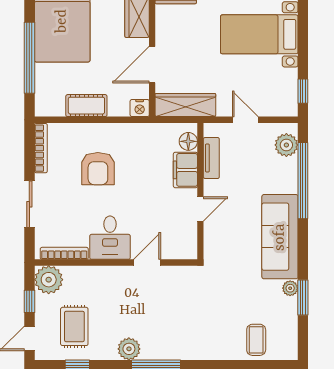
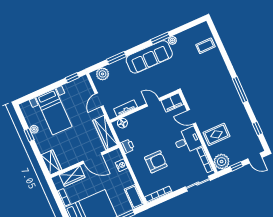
cot: (86, 106) -> (134, 197), moved
nightstand: (140, 108) -> (121, 165), moved
printer: (146, 133) -> (128, 146), added
filing cabinet: (185, 170) -> (172, 103), moved
window: (303, 181) -> (116, 58), width x0.47
sliding door: (29, 204) -> (198, 184), moved
window: (303, 298) -> (160, 38), moved
rug: (74, 326) -> (216, 134), moved
plant: (129, 349) -> (238, 107), removed

